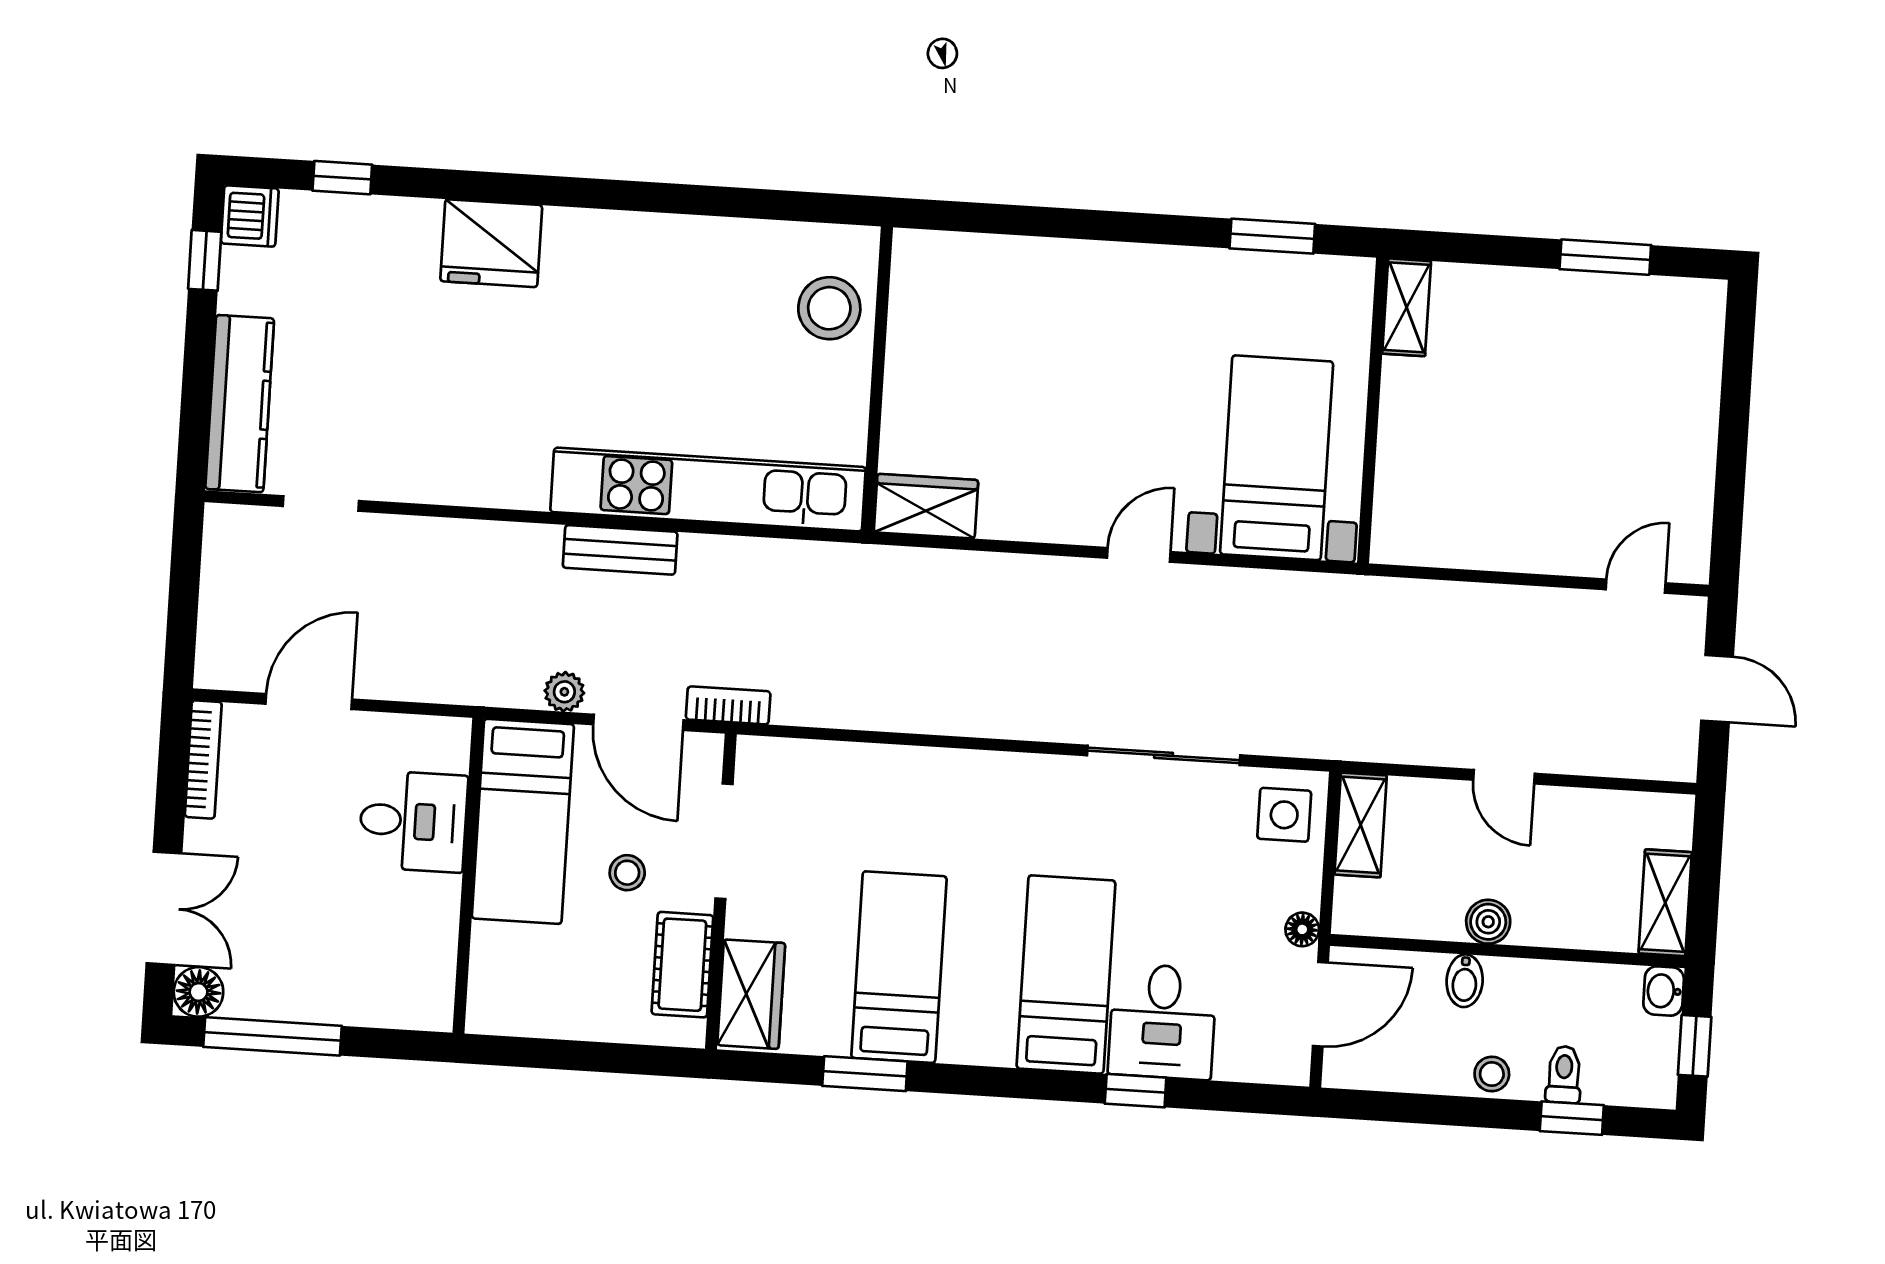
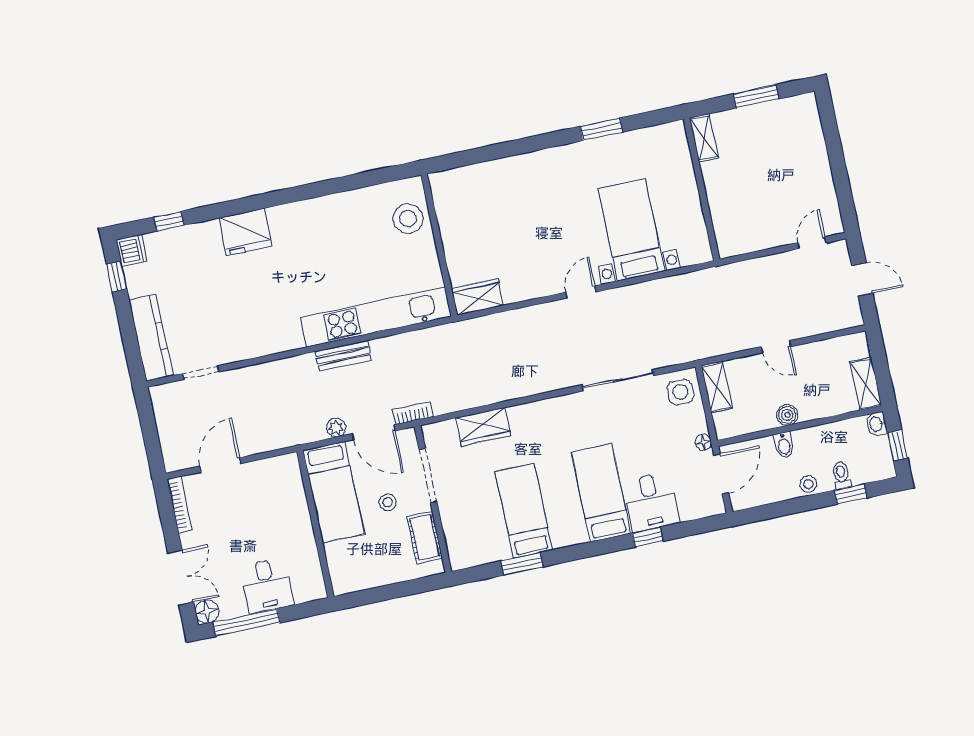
shelving: (1407, 307) -> (704, 138), moved
wall: (1373, 411) -> (702, 189), moved
desk: (413, 821) -> (267, 585), moved, turned 90
wardrobe: (751, 994) -> (483, 427), moved, turned 90

